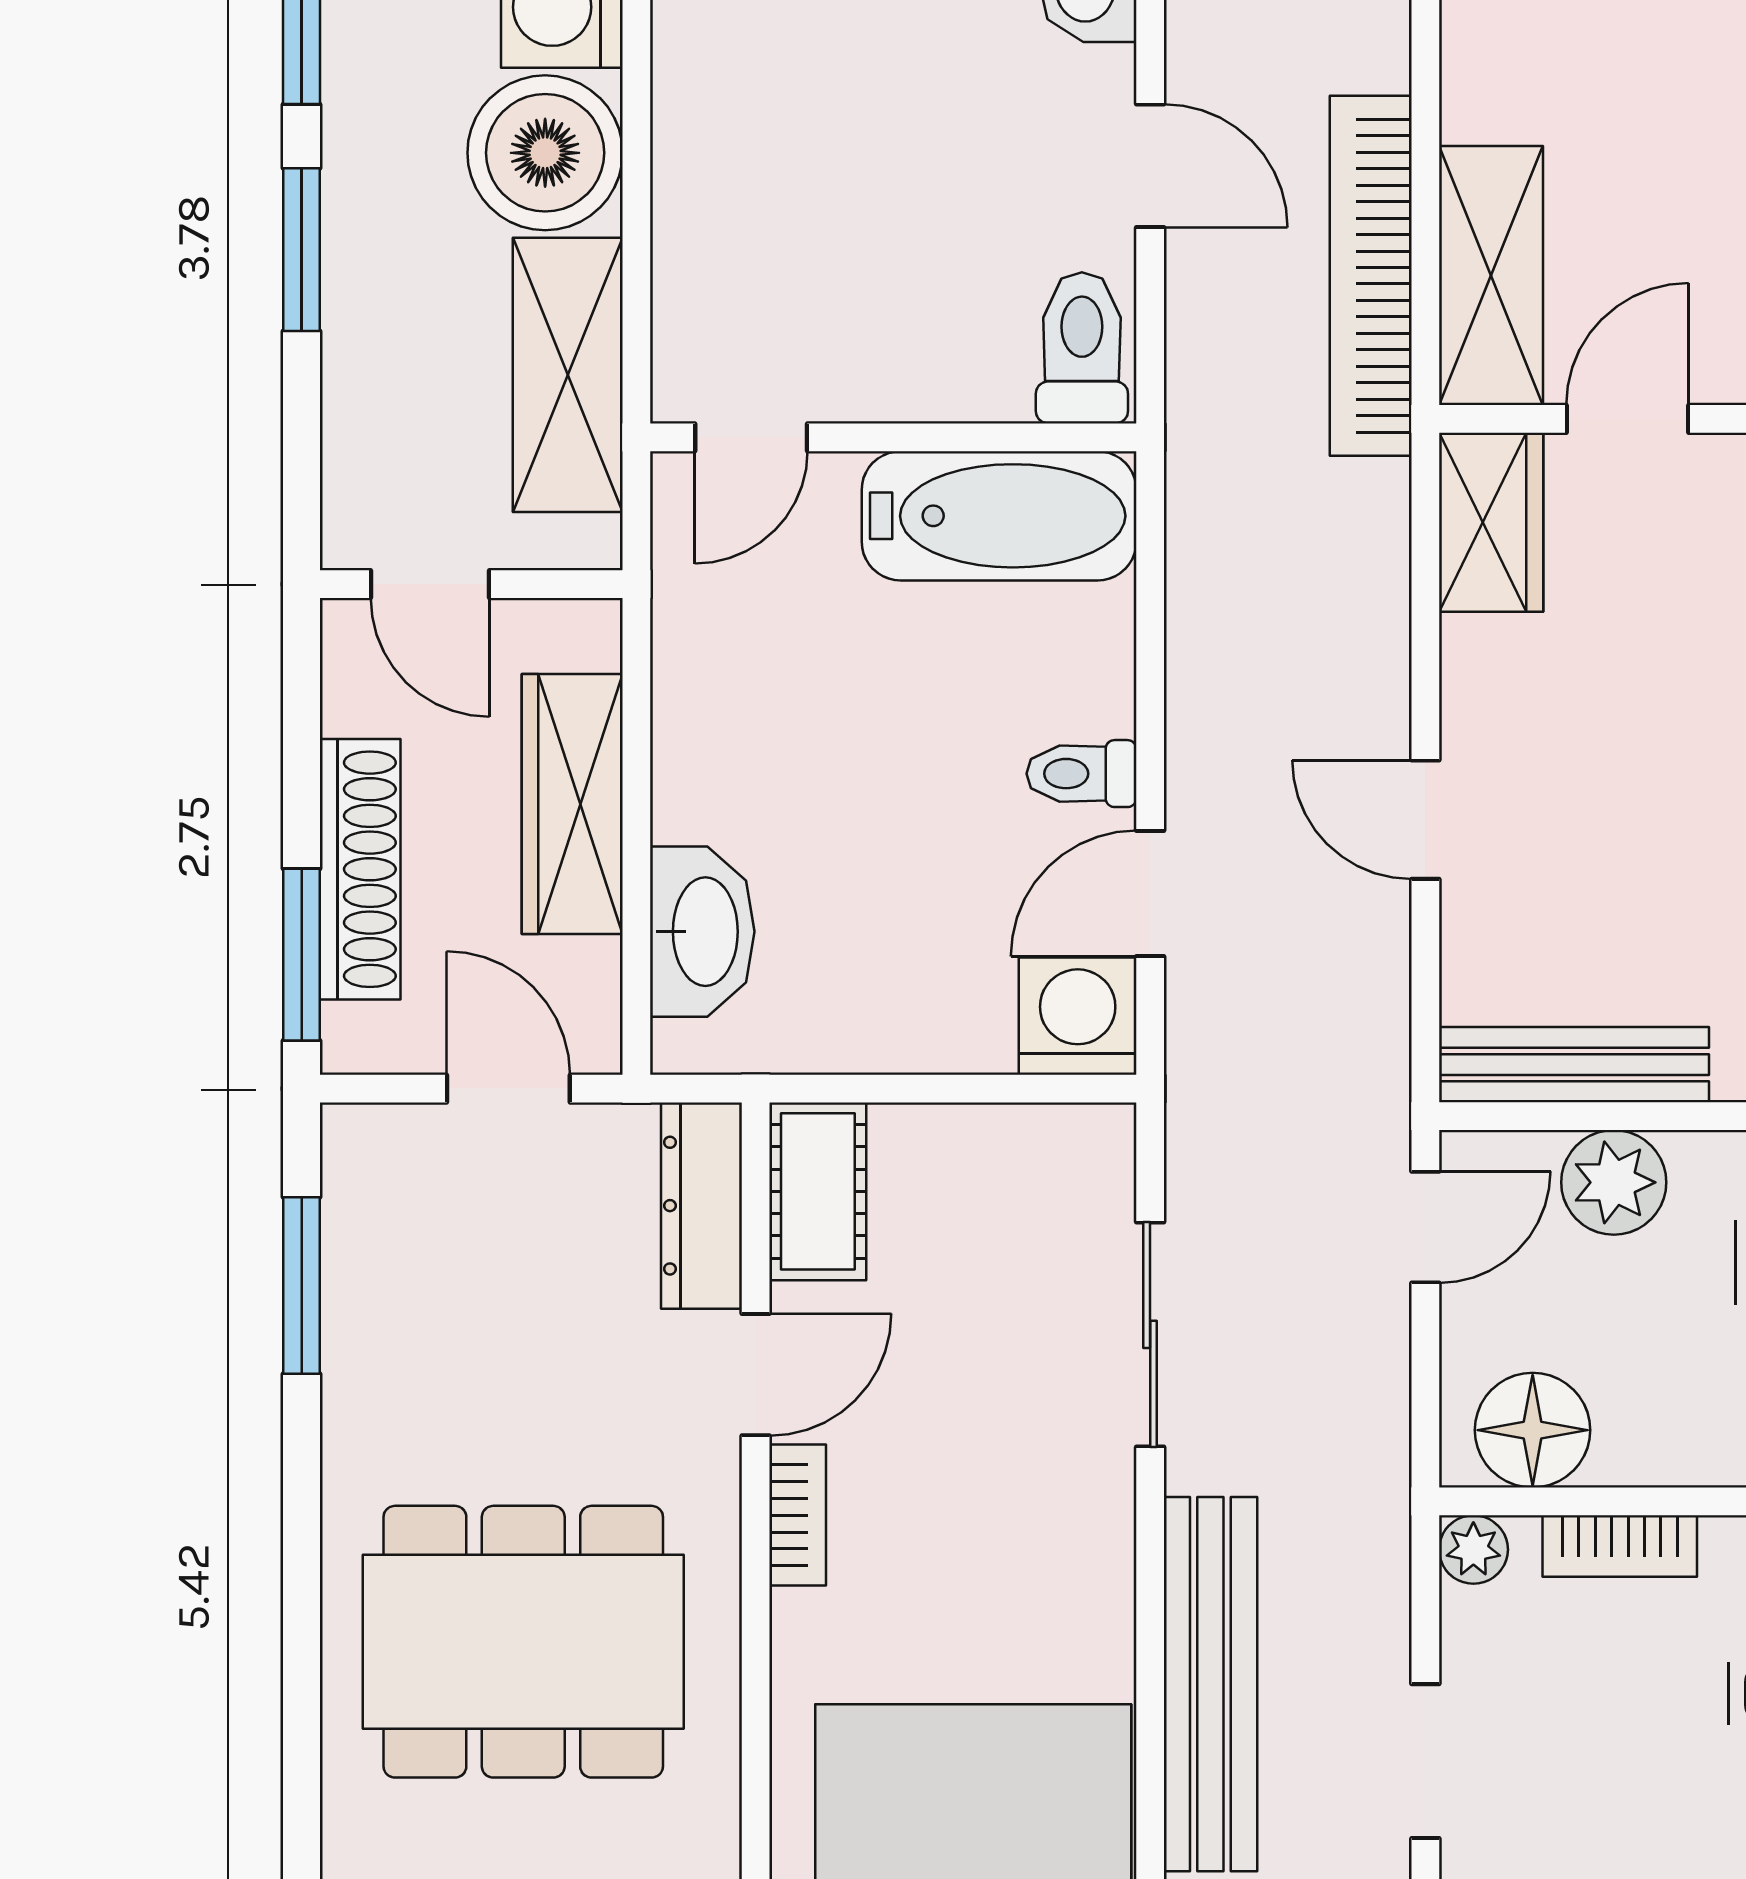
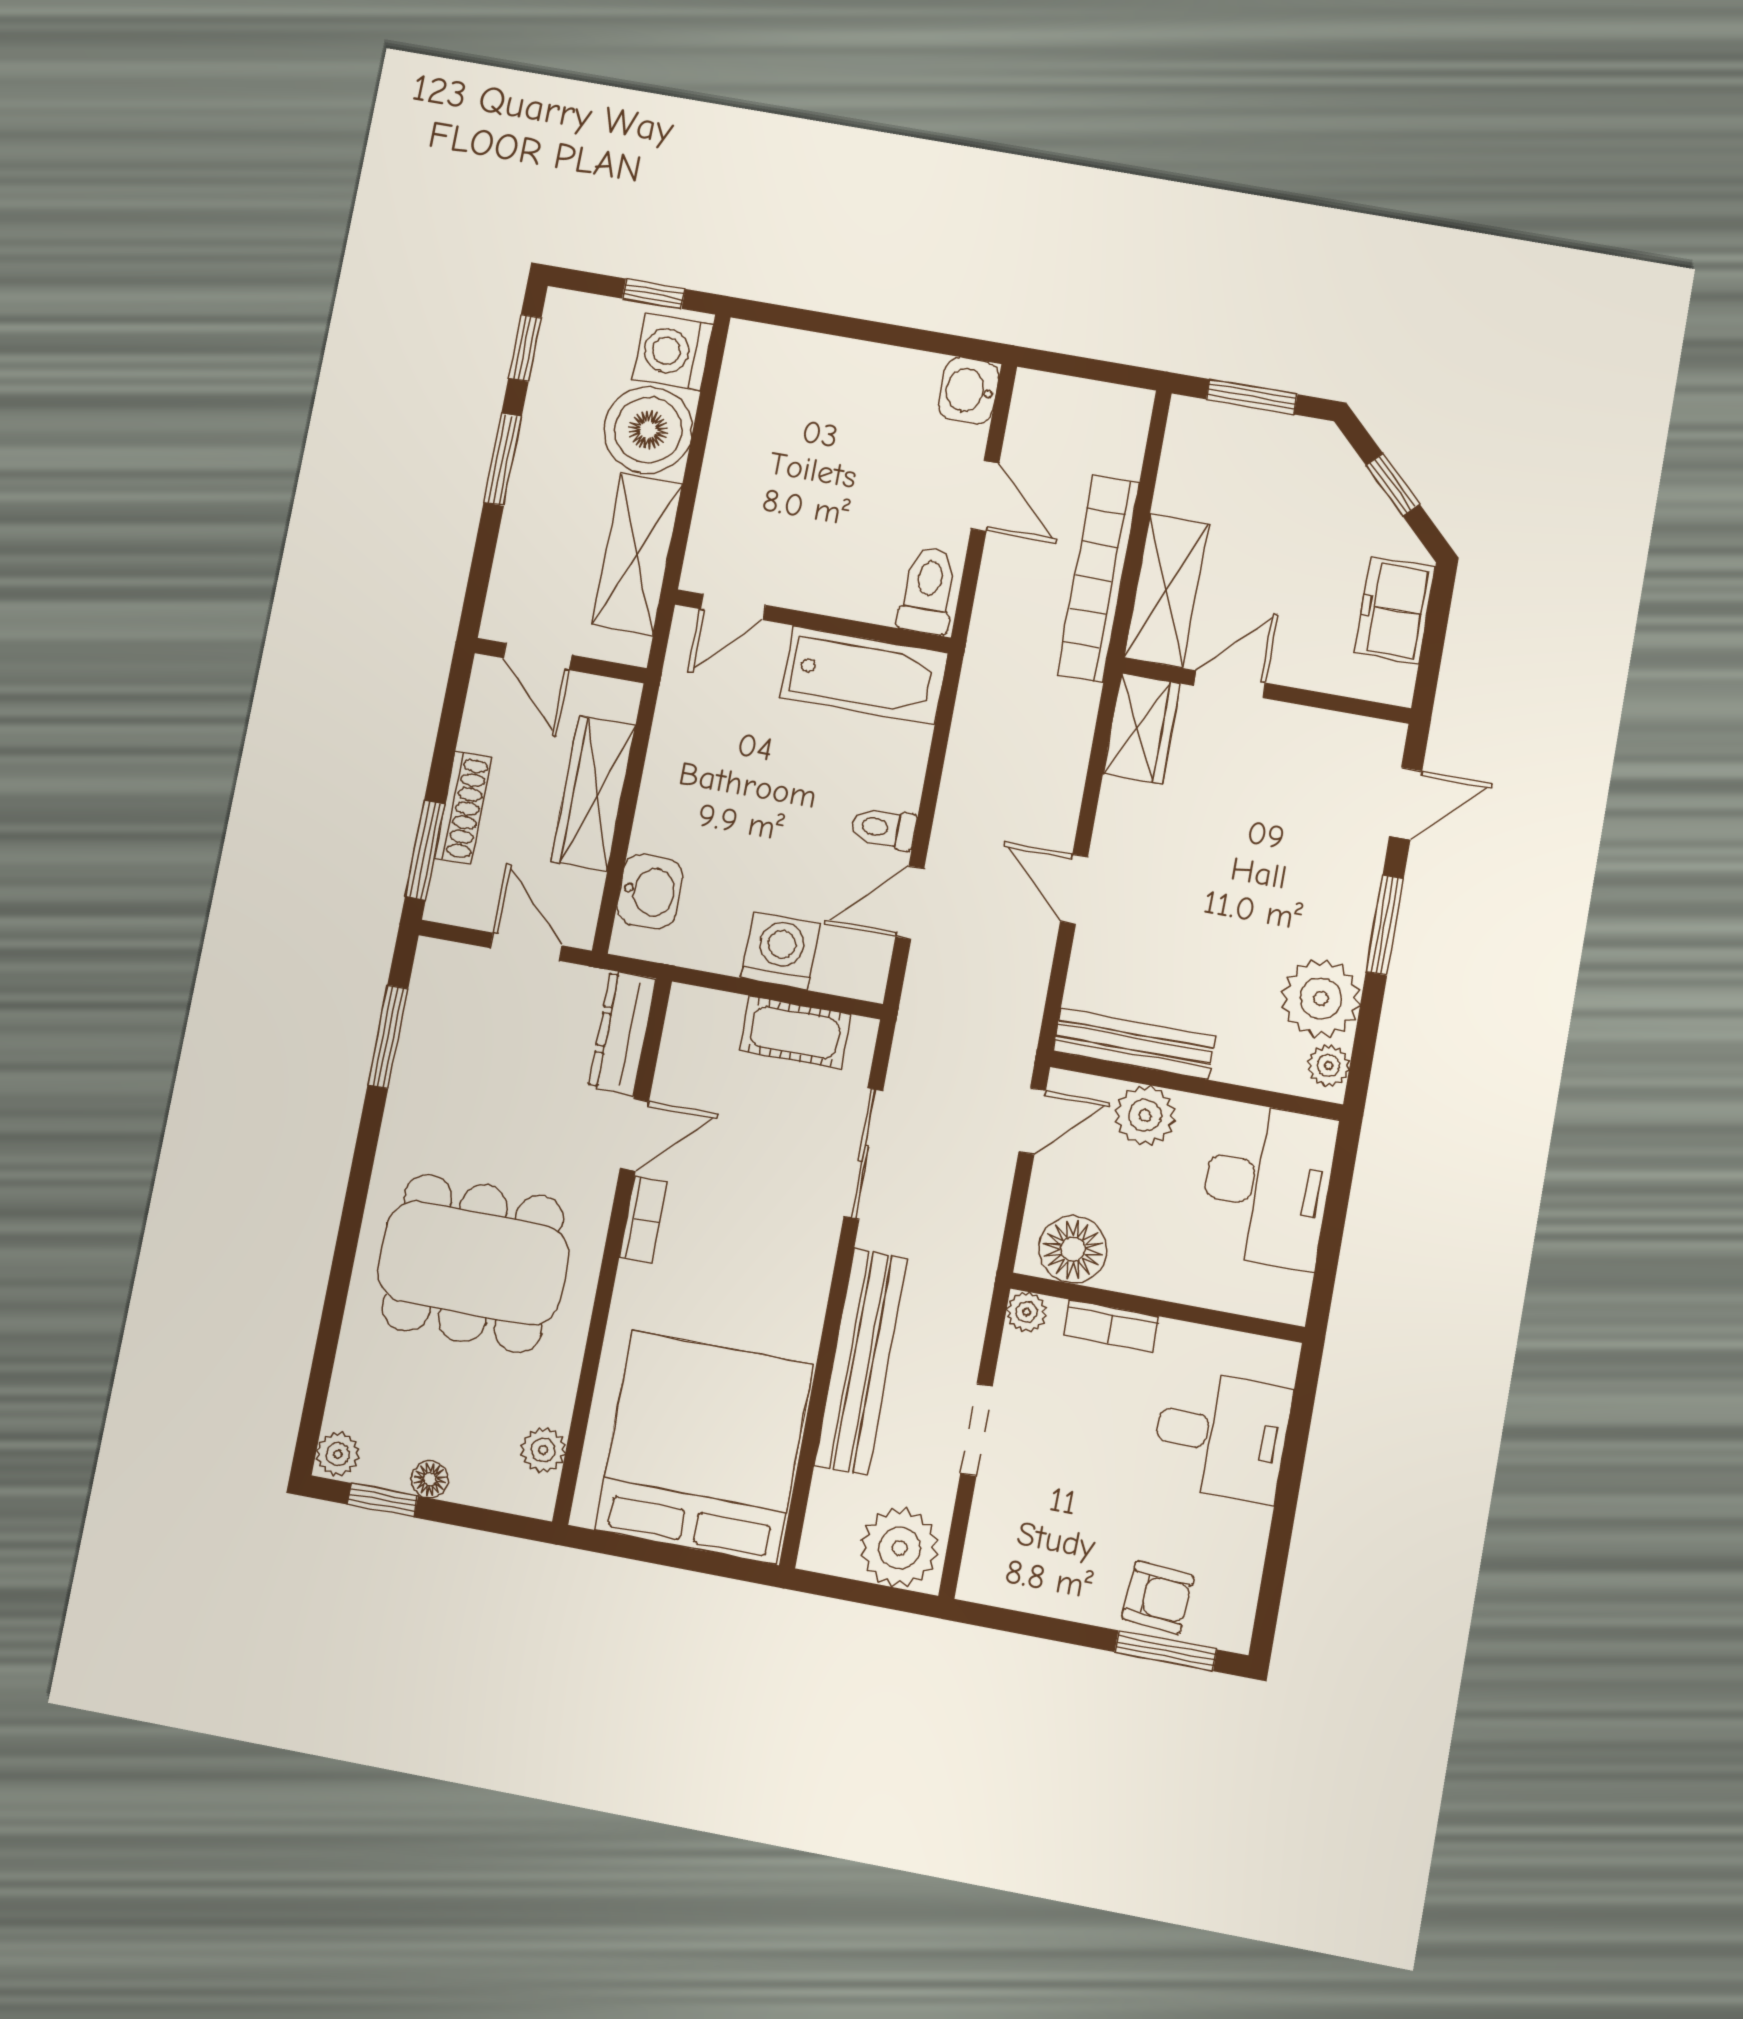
shoe rack: (360, 869) -> (463, 808), width x0.74, depth x0.81
washbasin: (702, 932) -> (650, 891), width x0.72
washing machine: (1078, 1016) -> (781, 951), moved
cot: (818, 1191) -> (795, 1032), moved, turned 90

